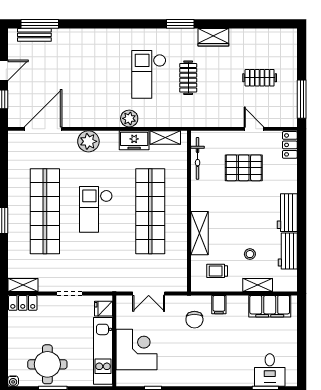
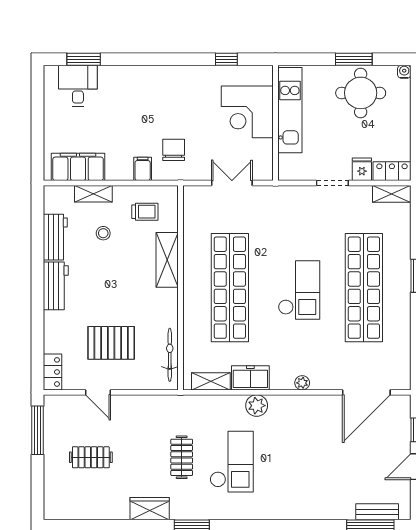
plant: (88, 141) -> (302, 383), width x0.53, depth x0.53
fridge: (104, 309) -> (362, 169), moved, turned -90

